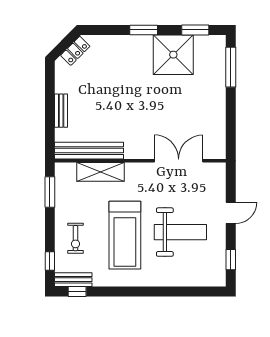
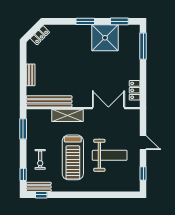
locker: (218, 134) -> (135, 90), added
shelving: (101, 172) -> (68, 115), moved
door: (231, 213) -> (143, 143), hinge flipped

